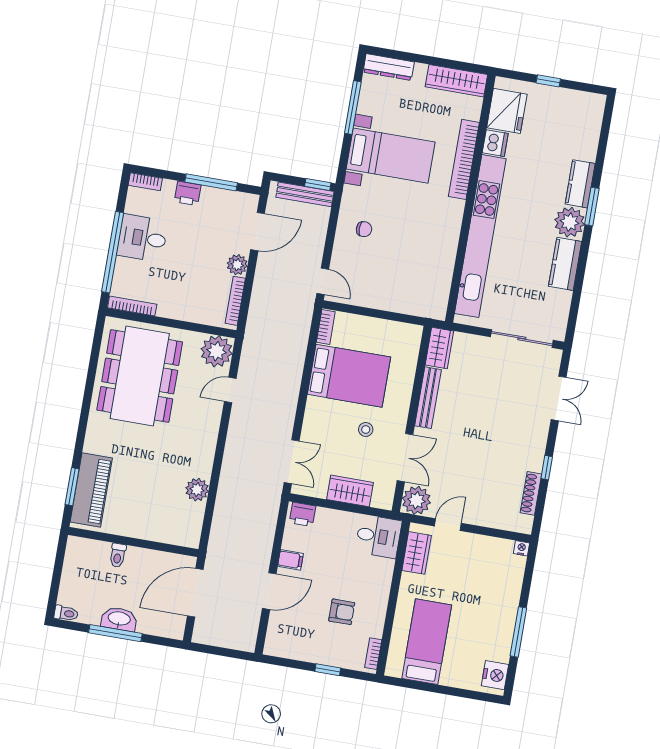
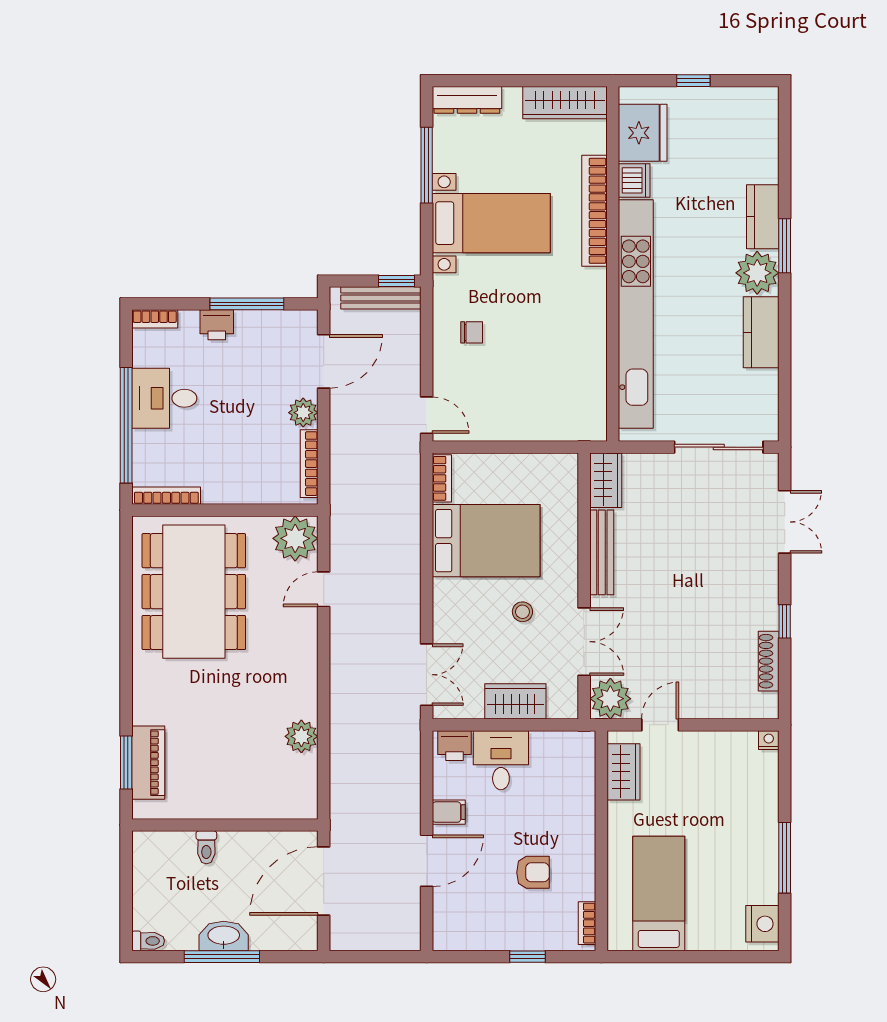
piano: (91, 490) -> (148, 763), width x0.73, depth x0.75
desk: (378, 536) -> (501, 760), moved, turned -90

